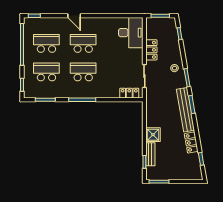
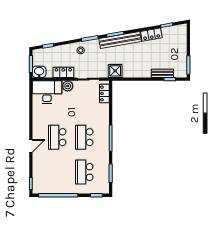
washbasin: (152, 24) -> (39, 72), added
school desk: (46, 43) -> (57, 172), removed
plant: (137, 55) -> (68, 86), added
shower: (153, 135) -> (115, 71), moved

